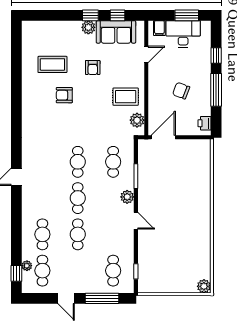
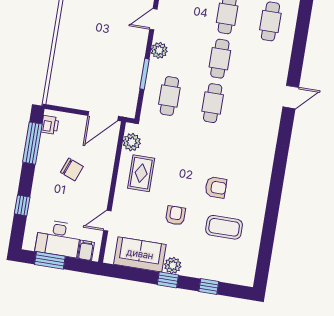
window: (117, 15) -> (209, 286), moved
window: (216, 90) -> (32, 143), moved
rug: (126, 97) -> (141, 173), turned 90
door: (136, 221) -> (153, 19), hinge flipped

